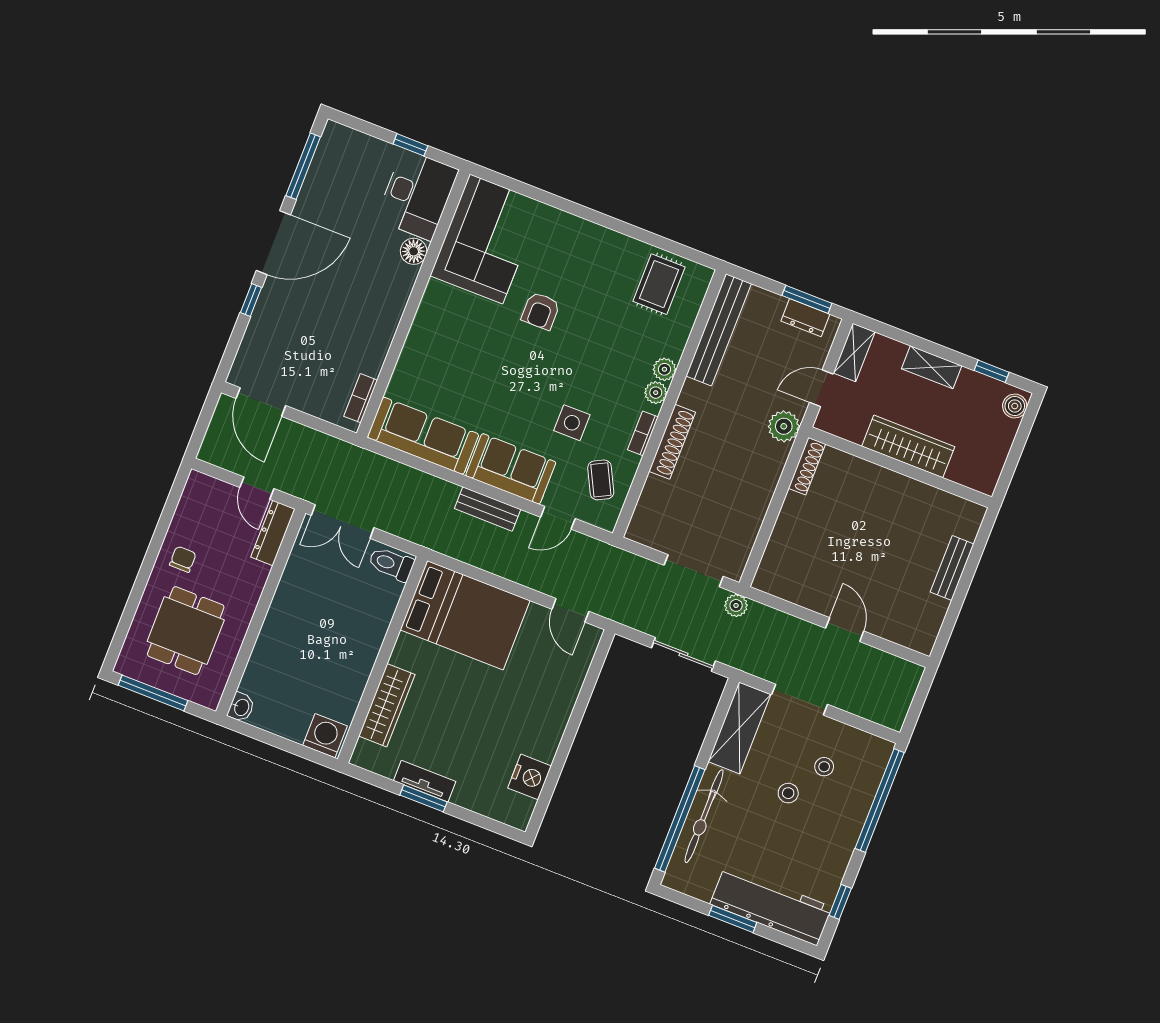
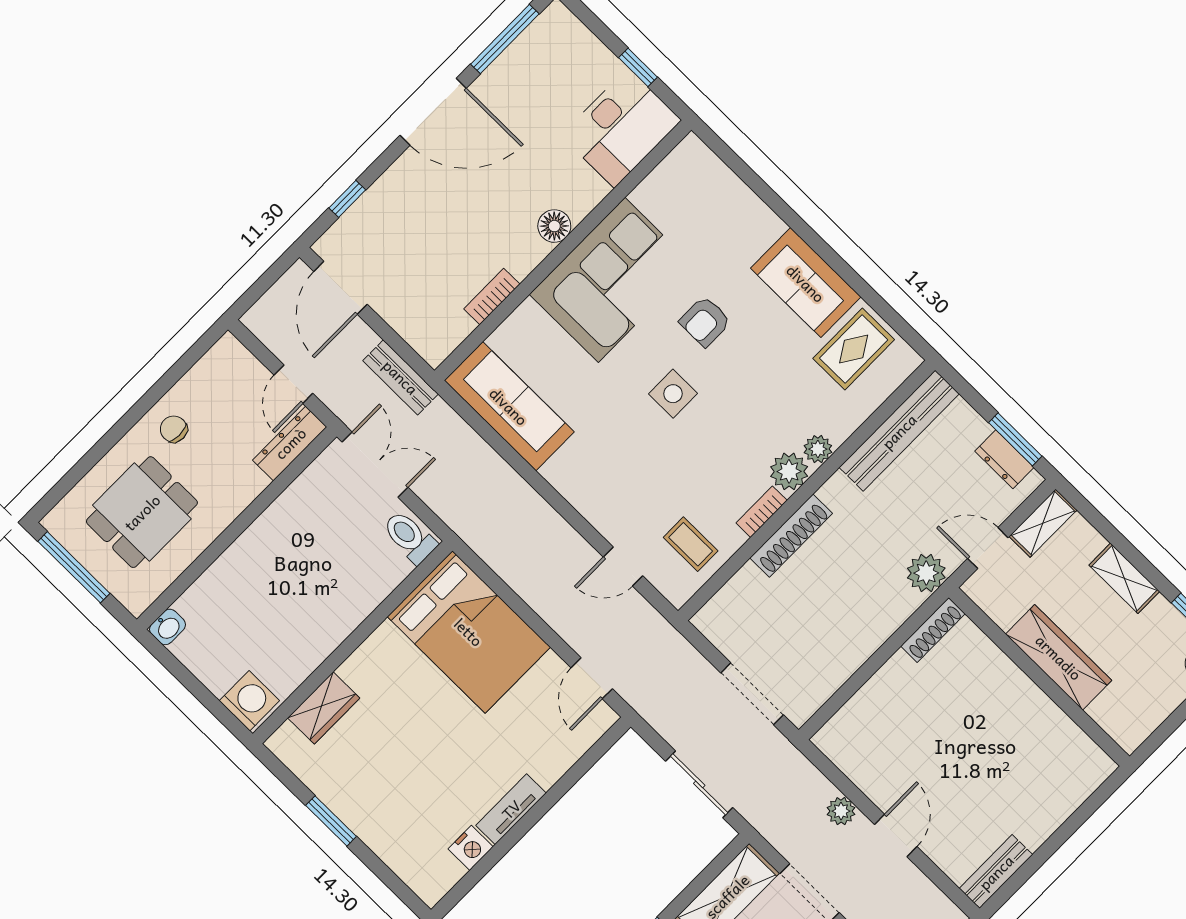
corner sofa: (486, 239) -> (612, 280), moved
floor lamp: (414, 251) -> (554, 226), moved
window: (251, 300) -> (347, 199), moved
plant: (656, 393) -> (789, 471), width x1.38, depth x1.38
bookcase: (361, 398) -> (492, 296), moved
side table: (572, 423) -> (673, 394), moved
sofa: (511, 469) -> (806, 283), moved, turned 180
coffee table: (601, 480) -> (691, 544), turned -63
bench: (488, 509) -> (401, 377), moved
double door: (343, 522) -> (375, 465), swing flipped
chair: (183, 559) -> (174, 429), turned -90
bench: (952, 568) -> (996, 872), moved
plant: (736, 605) -> (841, 811), moved
wardrobe: (387, 705) -> (324, 708), width x0.67
nightstand: (529, 777) -> (471, 848), width x0.74, depth x0.75
tv unit: (425, 781) -> (511, 809), moved, turned -90

